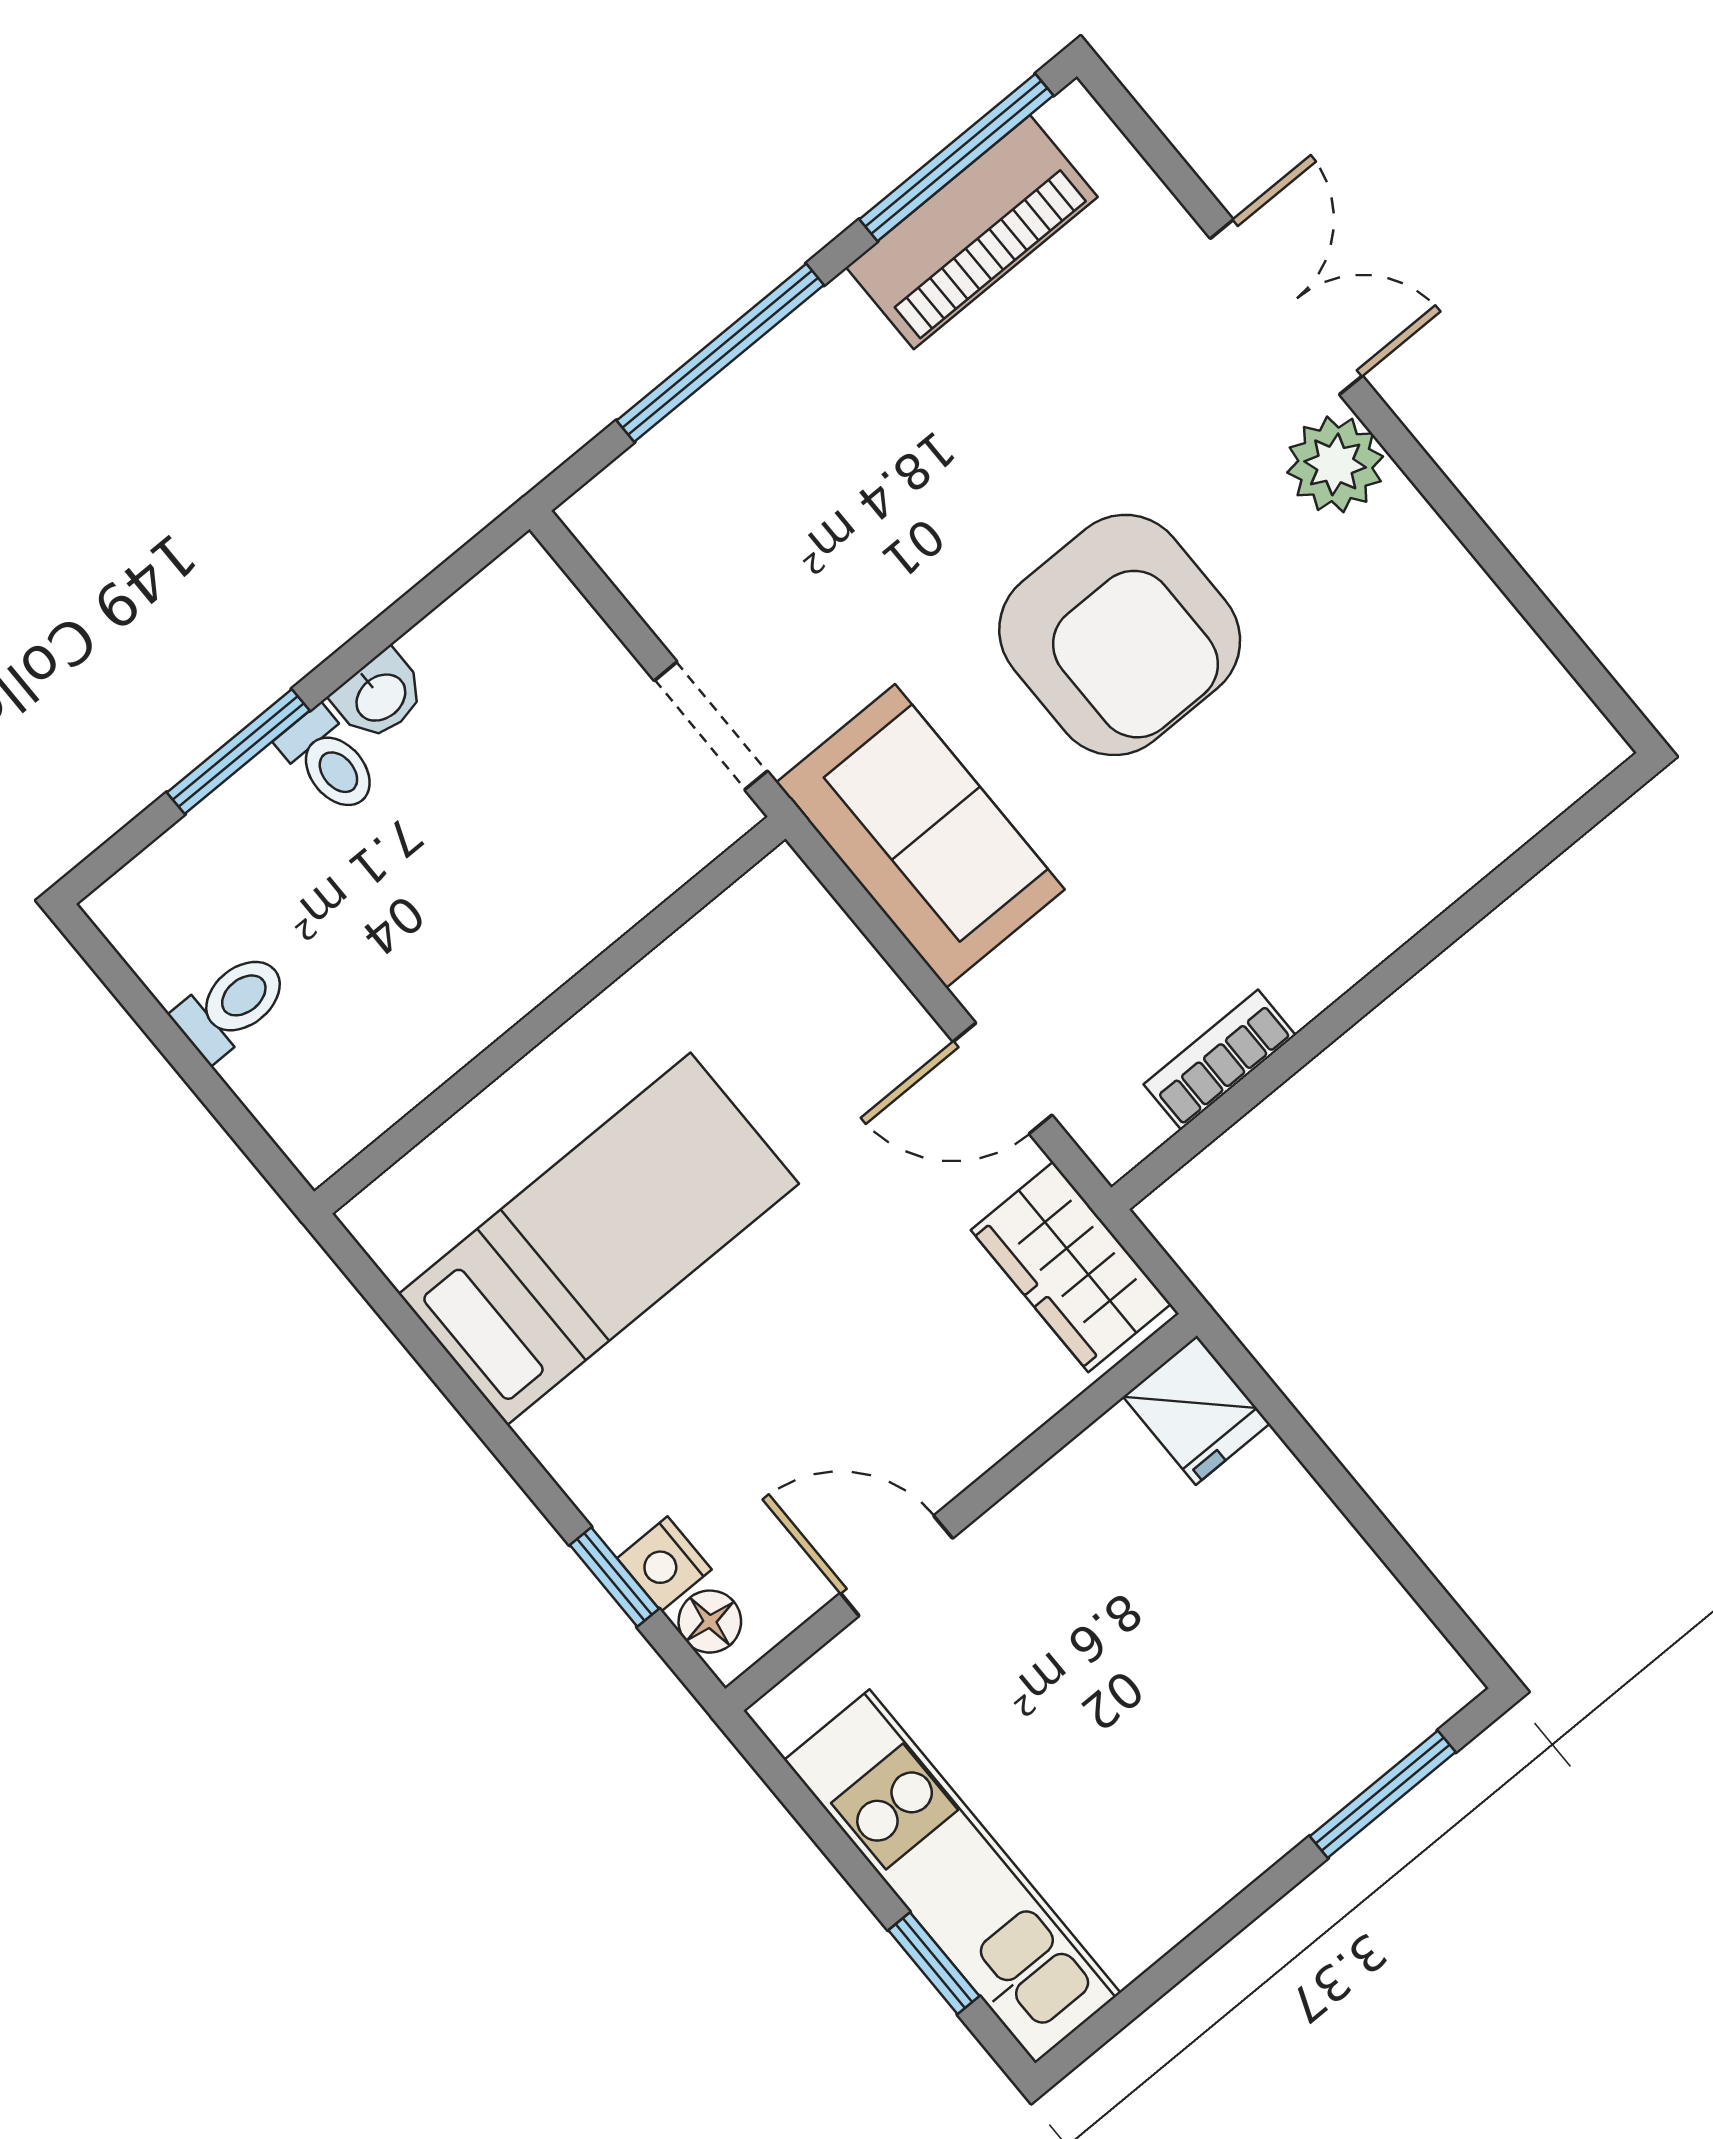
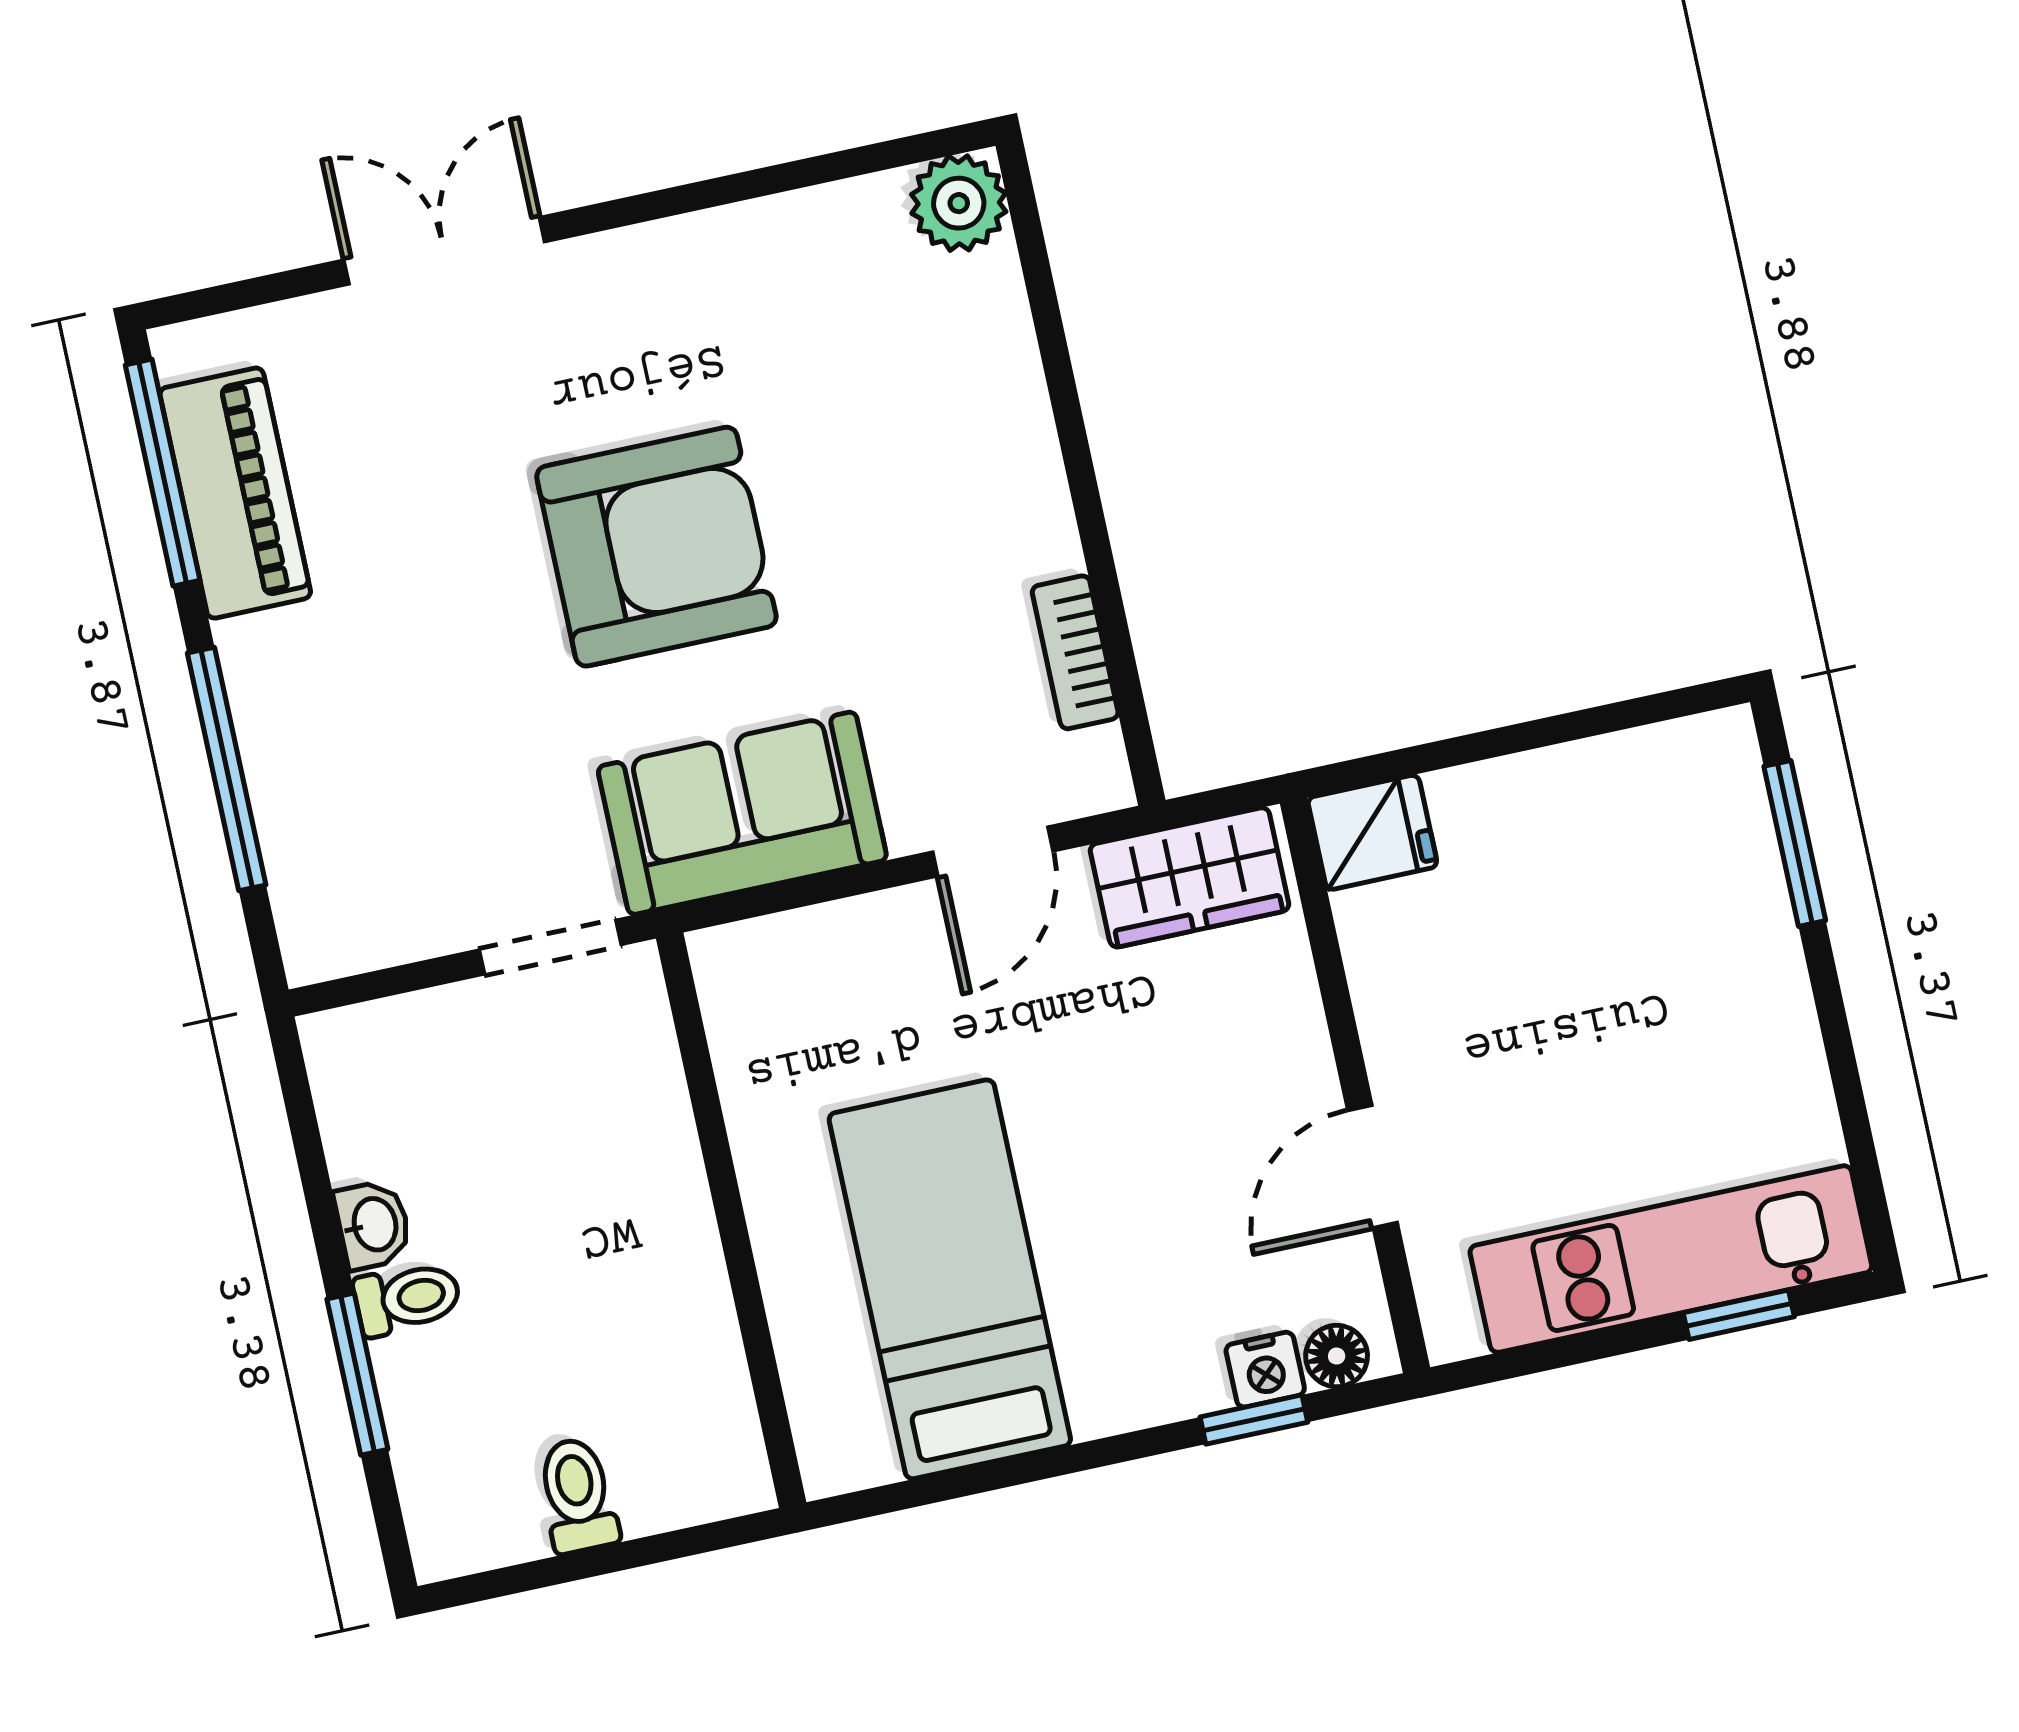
plant: (1335, 464) -> (959, 203), moved

